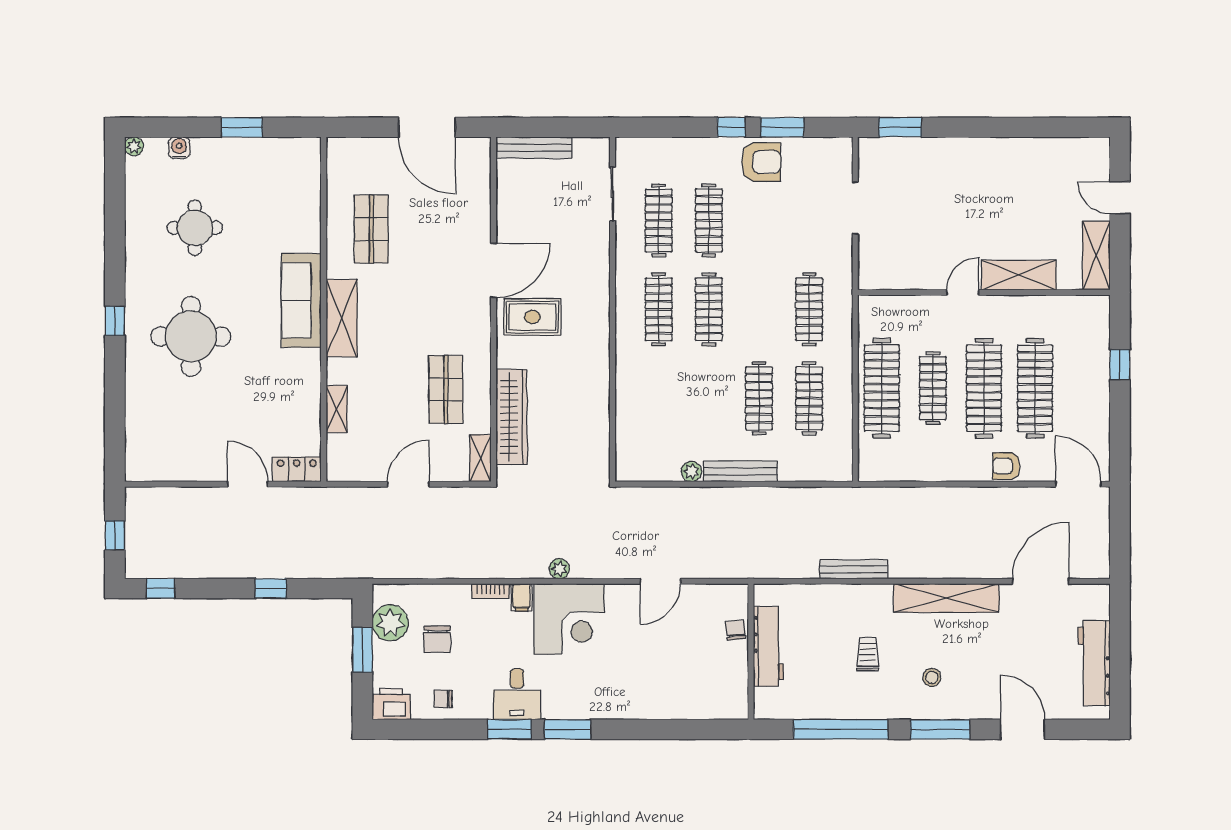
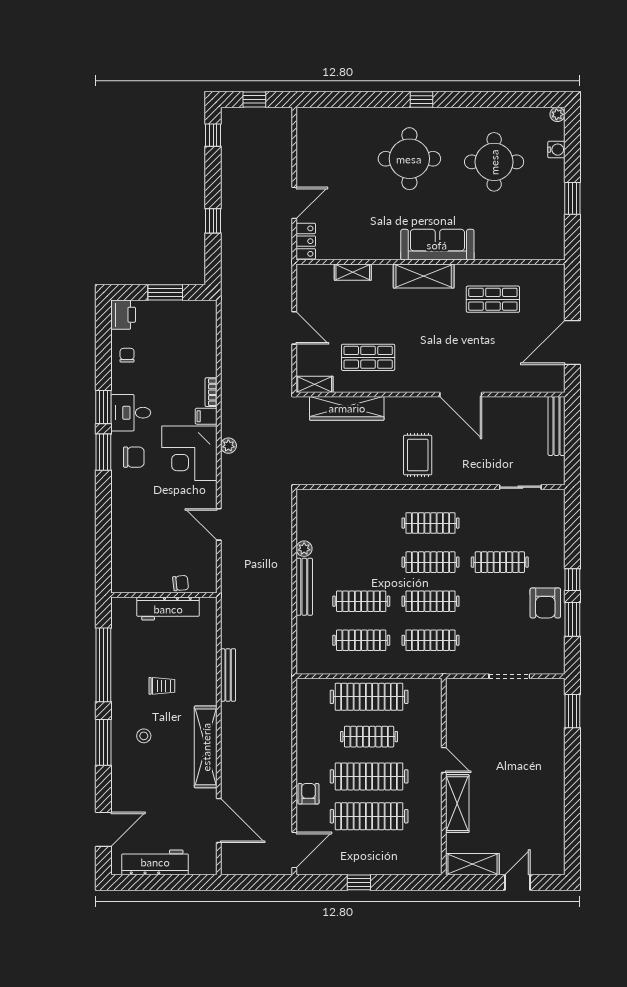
clothes rail: (659, 220) -> (430, 601), moved
round table: (195, 228) -> (494, 162), width x1.36, depth x1.36
rug: (532, 317) -> (418, 455), moved
window: (1120, 365) -> (359, 882), moved
plant: (390, 623) -> (186, 314), removed
chair: (437, 639) -> (134, 457), moved, turned 180
door: (1023, 729) -> (103, 829), moved

